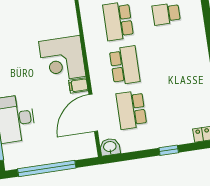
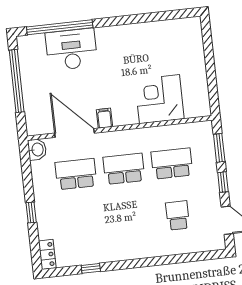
corner desk: (62, 59) -> (160, 99), moved
school desk: (125, 65) -> (124, 169), turned 180

